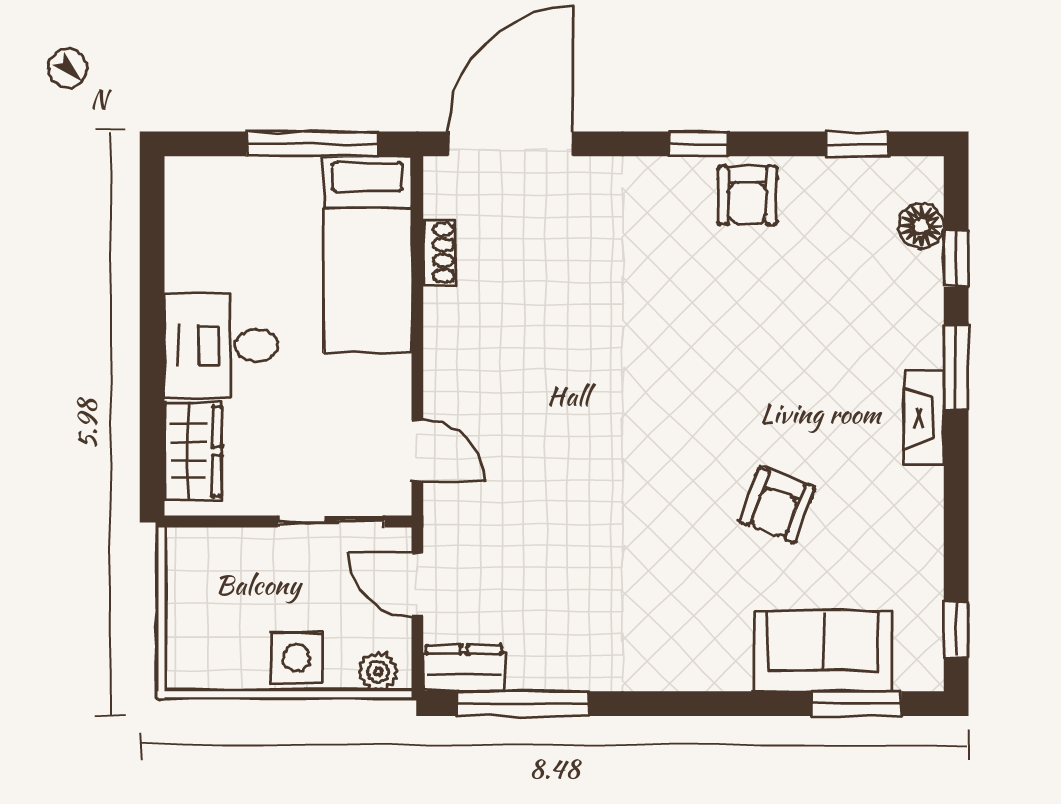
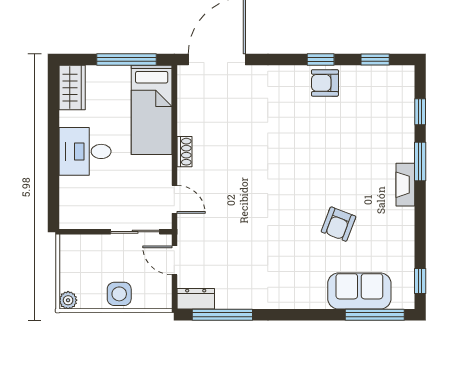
window: (699, 144) -> (321, 60), moved
armchair: (747, 195) -> (325, 83), turned 90
floor lamp: (921, 226) -> (404, 97), removed
shoe rack: (439, 253) -> (185, 152), moved
wardrobe: (193, 451) -> (72, 88), moved
plant: (378, 672) -> (68, 300), moved
window: (856, 704) -> (375, 315), width x1.44

